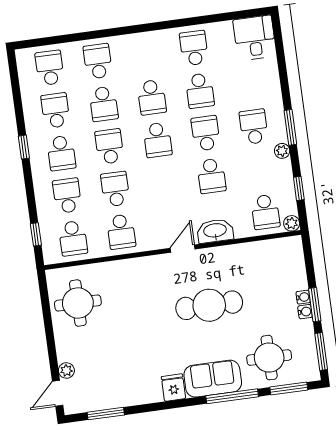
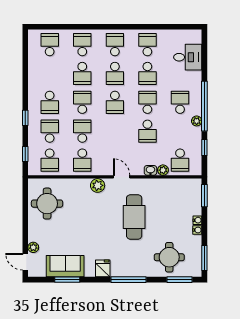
desk: (255, 38) -> (188, 57), moved, turned 90
school desk: (55, 110) -> (115, 45), moved
window: (290, 127) -> (204, 106), width x2.11
window: (24, 147) -> (25, 118), moved
plant: (292, 223) -> (163, 170), moved
washbasin: (215, 231) -> (150, 170), width x0.52, depth x0.69
door: (183, 249) -> (122, 177), hinge flipped
plant: (149, 266) -> (98, 185), added
cafe table: (209, 305) -> (134, 217), turned 90
window: (315, 305) -> (204, 196), moved
sofa: (213, 379) -> (65, 266), moved
door: (58, 393) -> (25, 262), hinge flipped
window: (232, 396) -> (128, 280), moved
window: (106, 414) -> (67, 280), moved

